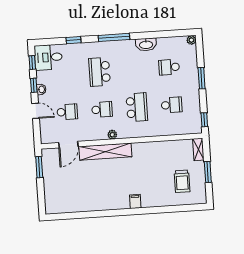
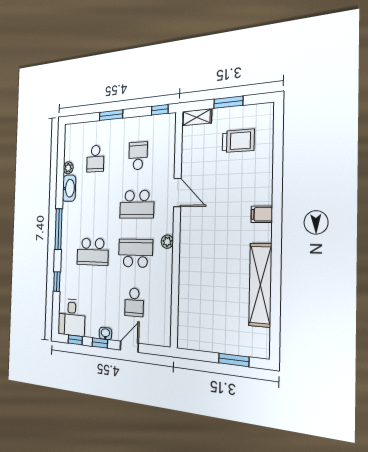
plant: (191, 40) -> (68, 168), moved
school desk: (137, 107) -> (137, 204), turned 180
school desk: (102, 110) -> (135, 253), width x1.85
school desk: (67, 112) -> (134, 302), turned 180
door: (68, 145) -> (177, 193), moved
shelving: (105, 152) -> (260, 285), moved
window: (39, 167) -> (234, 360), moved

